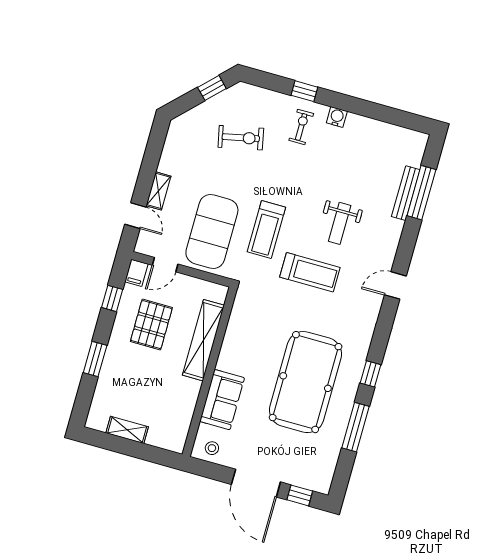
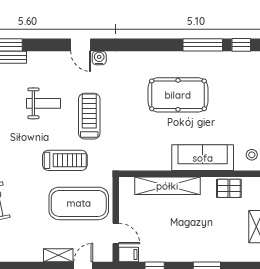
water cooler: (374, 303) -> (99, 58), added
pallet: (151, 325) -> (229, 188), moved, width x0.67, depth x0.71
window: (371, 374) -> (241, 45), moved
pool table: (306, 382) -> (178, 95), width x0.73, depth x0.76
sofa: (222, 400) -> (203, 158), width x1.36

